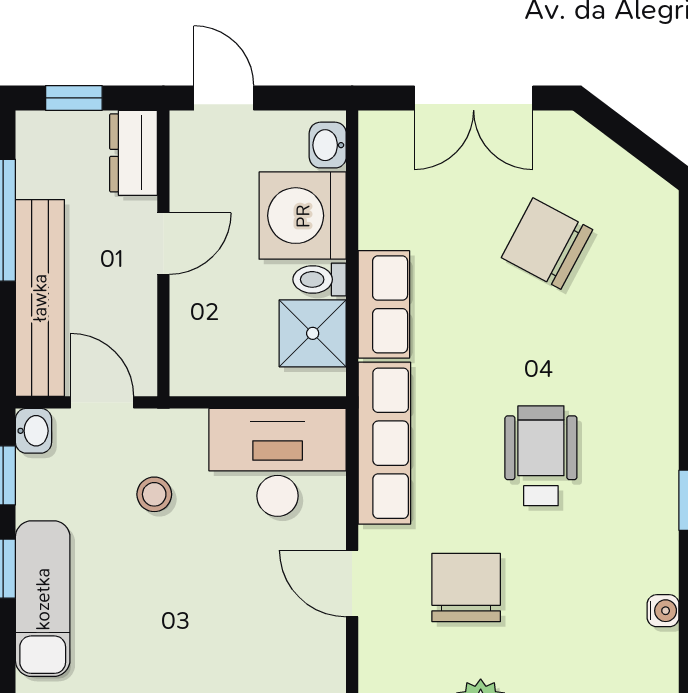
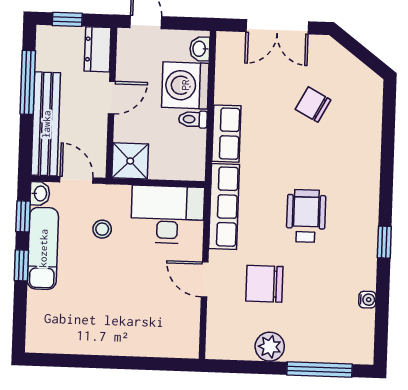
chair: (547, 244) -> (313, 105), width x0.73, depth x0.73
shower: (313, 333) -> (130, 161), moved
chair: (466, 588) -> (264, 284), turned -90
exam couch: (43, 599) -> (43, 248), moved

